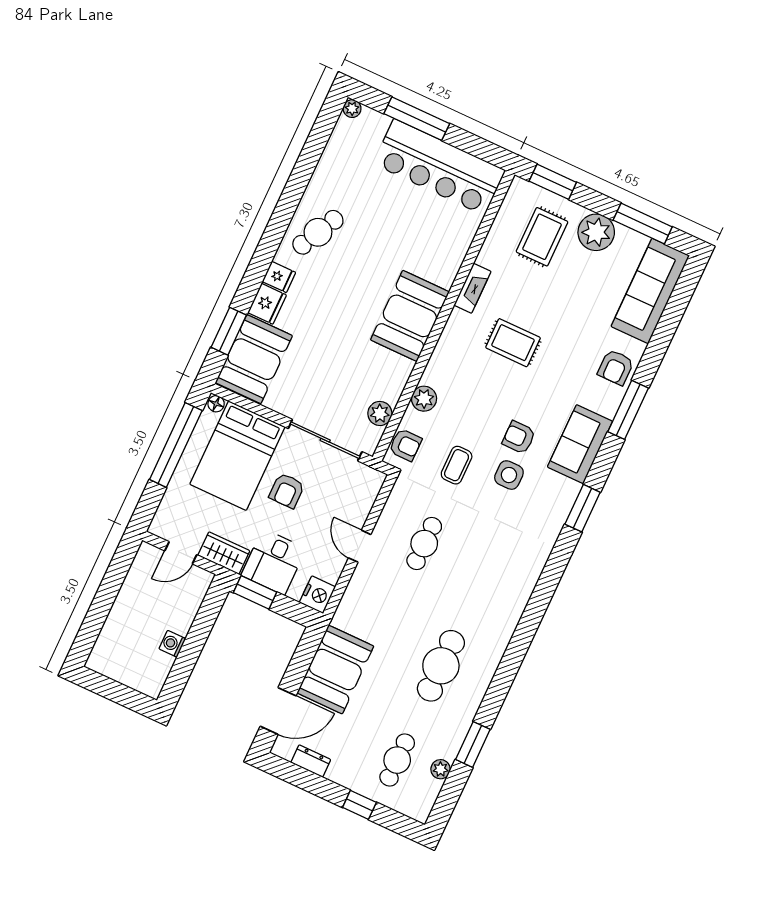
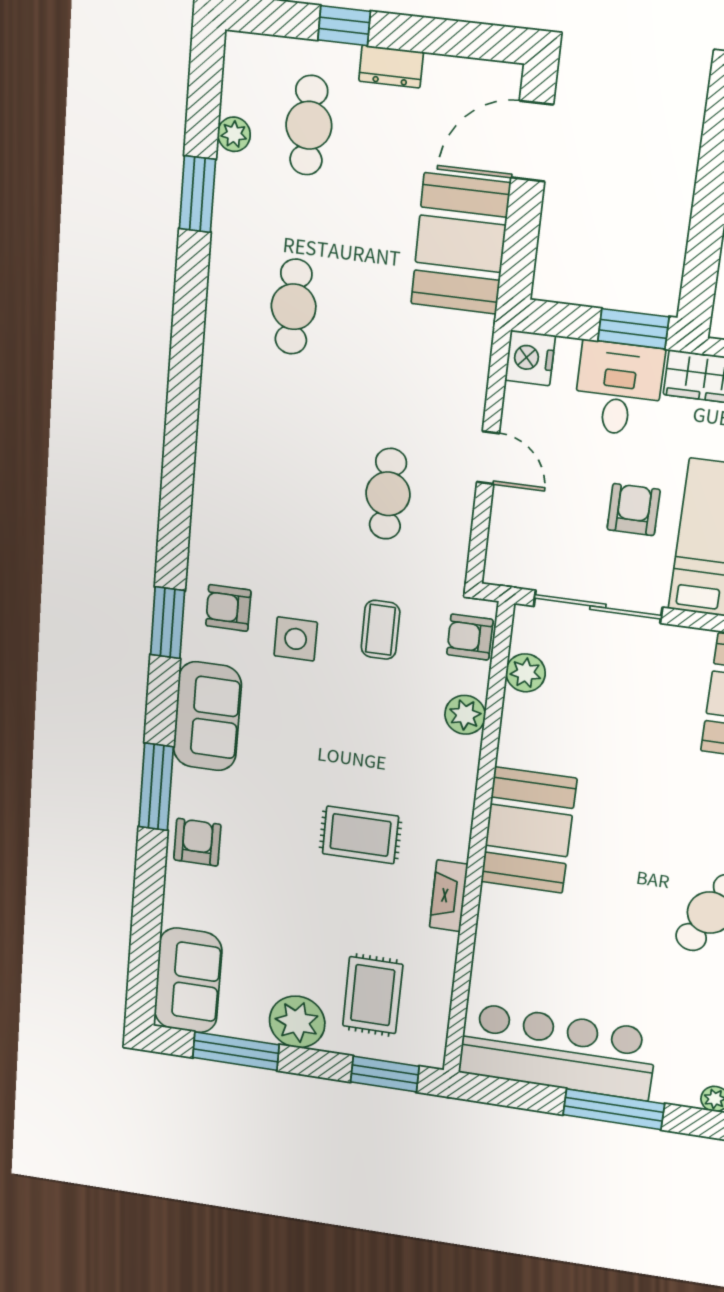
sofa: (650, 291) -> (188, 981), width x0.73
armchair: (519, 437) -> (228, 608), moved, turned 180
cafe table: (441, 666) -> (294, 307), width x0.73, depth x0.74
dresser: (311, 761) -> (391, 67), moved

